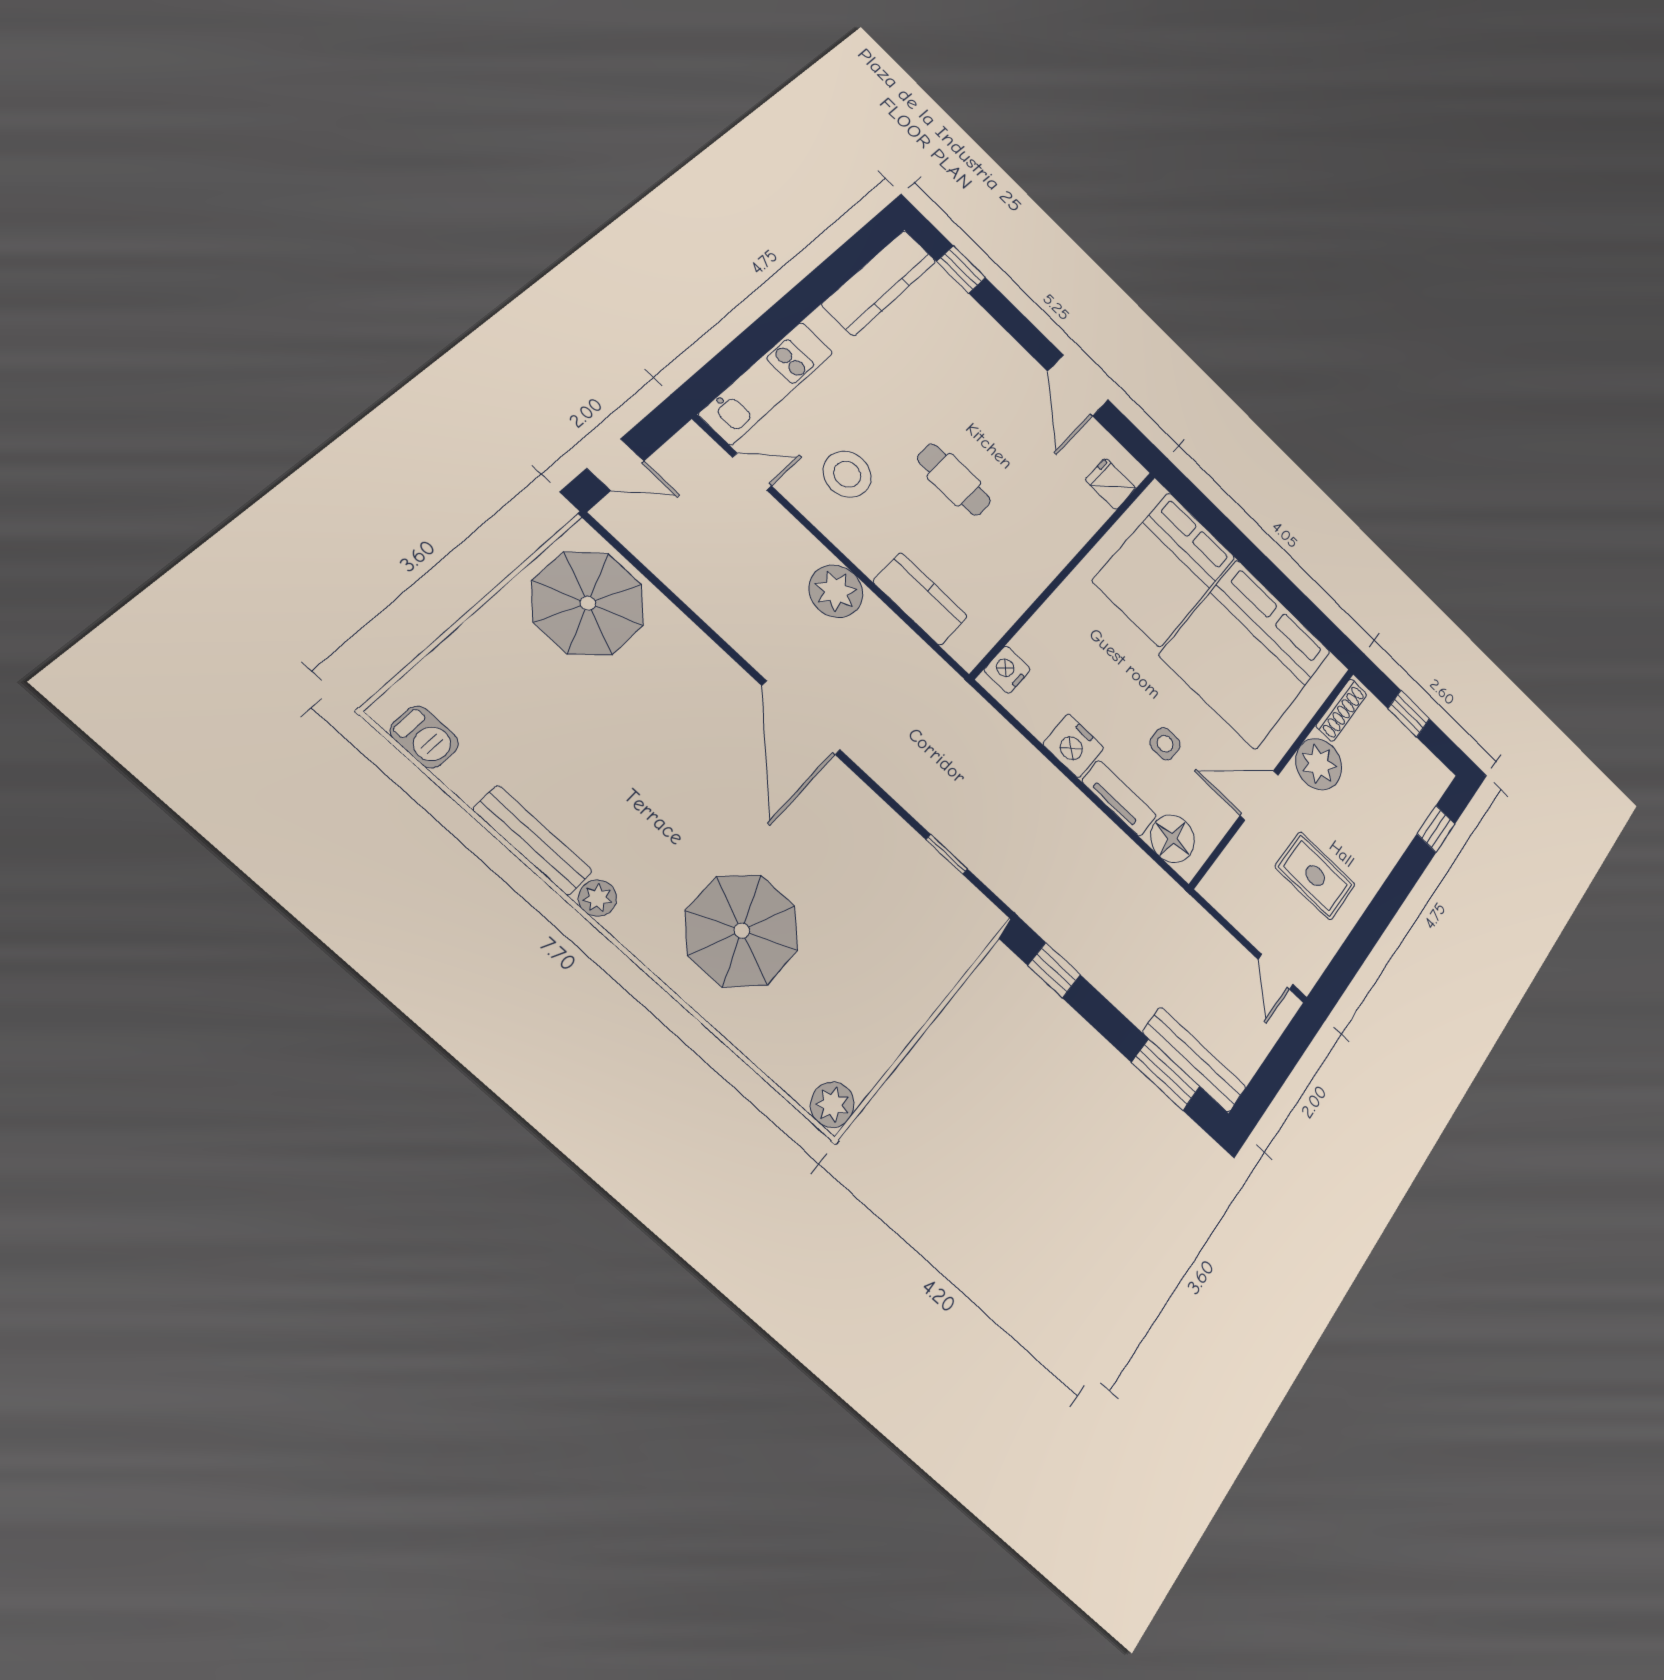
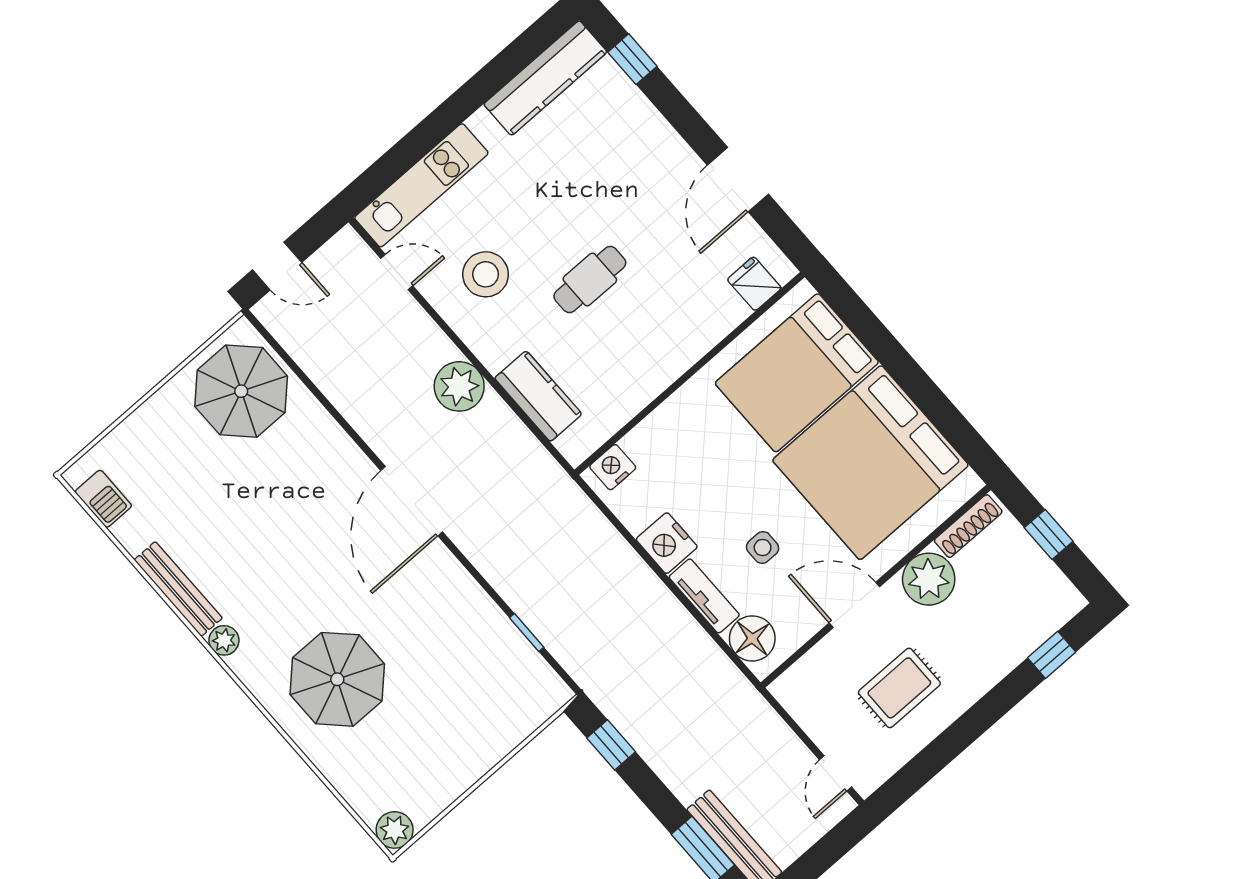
cafe table: (954, 480) -> (590, 280), turned 90
rug: (1315, 876) -> (899, 688), turned 90

